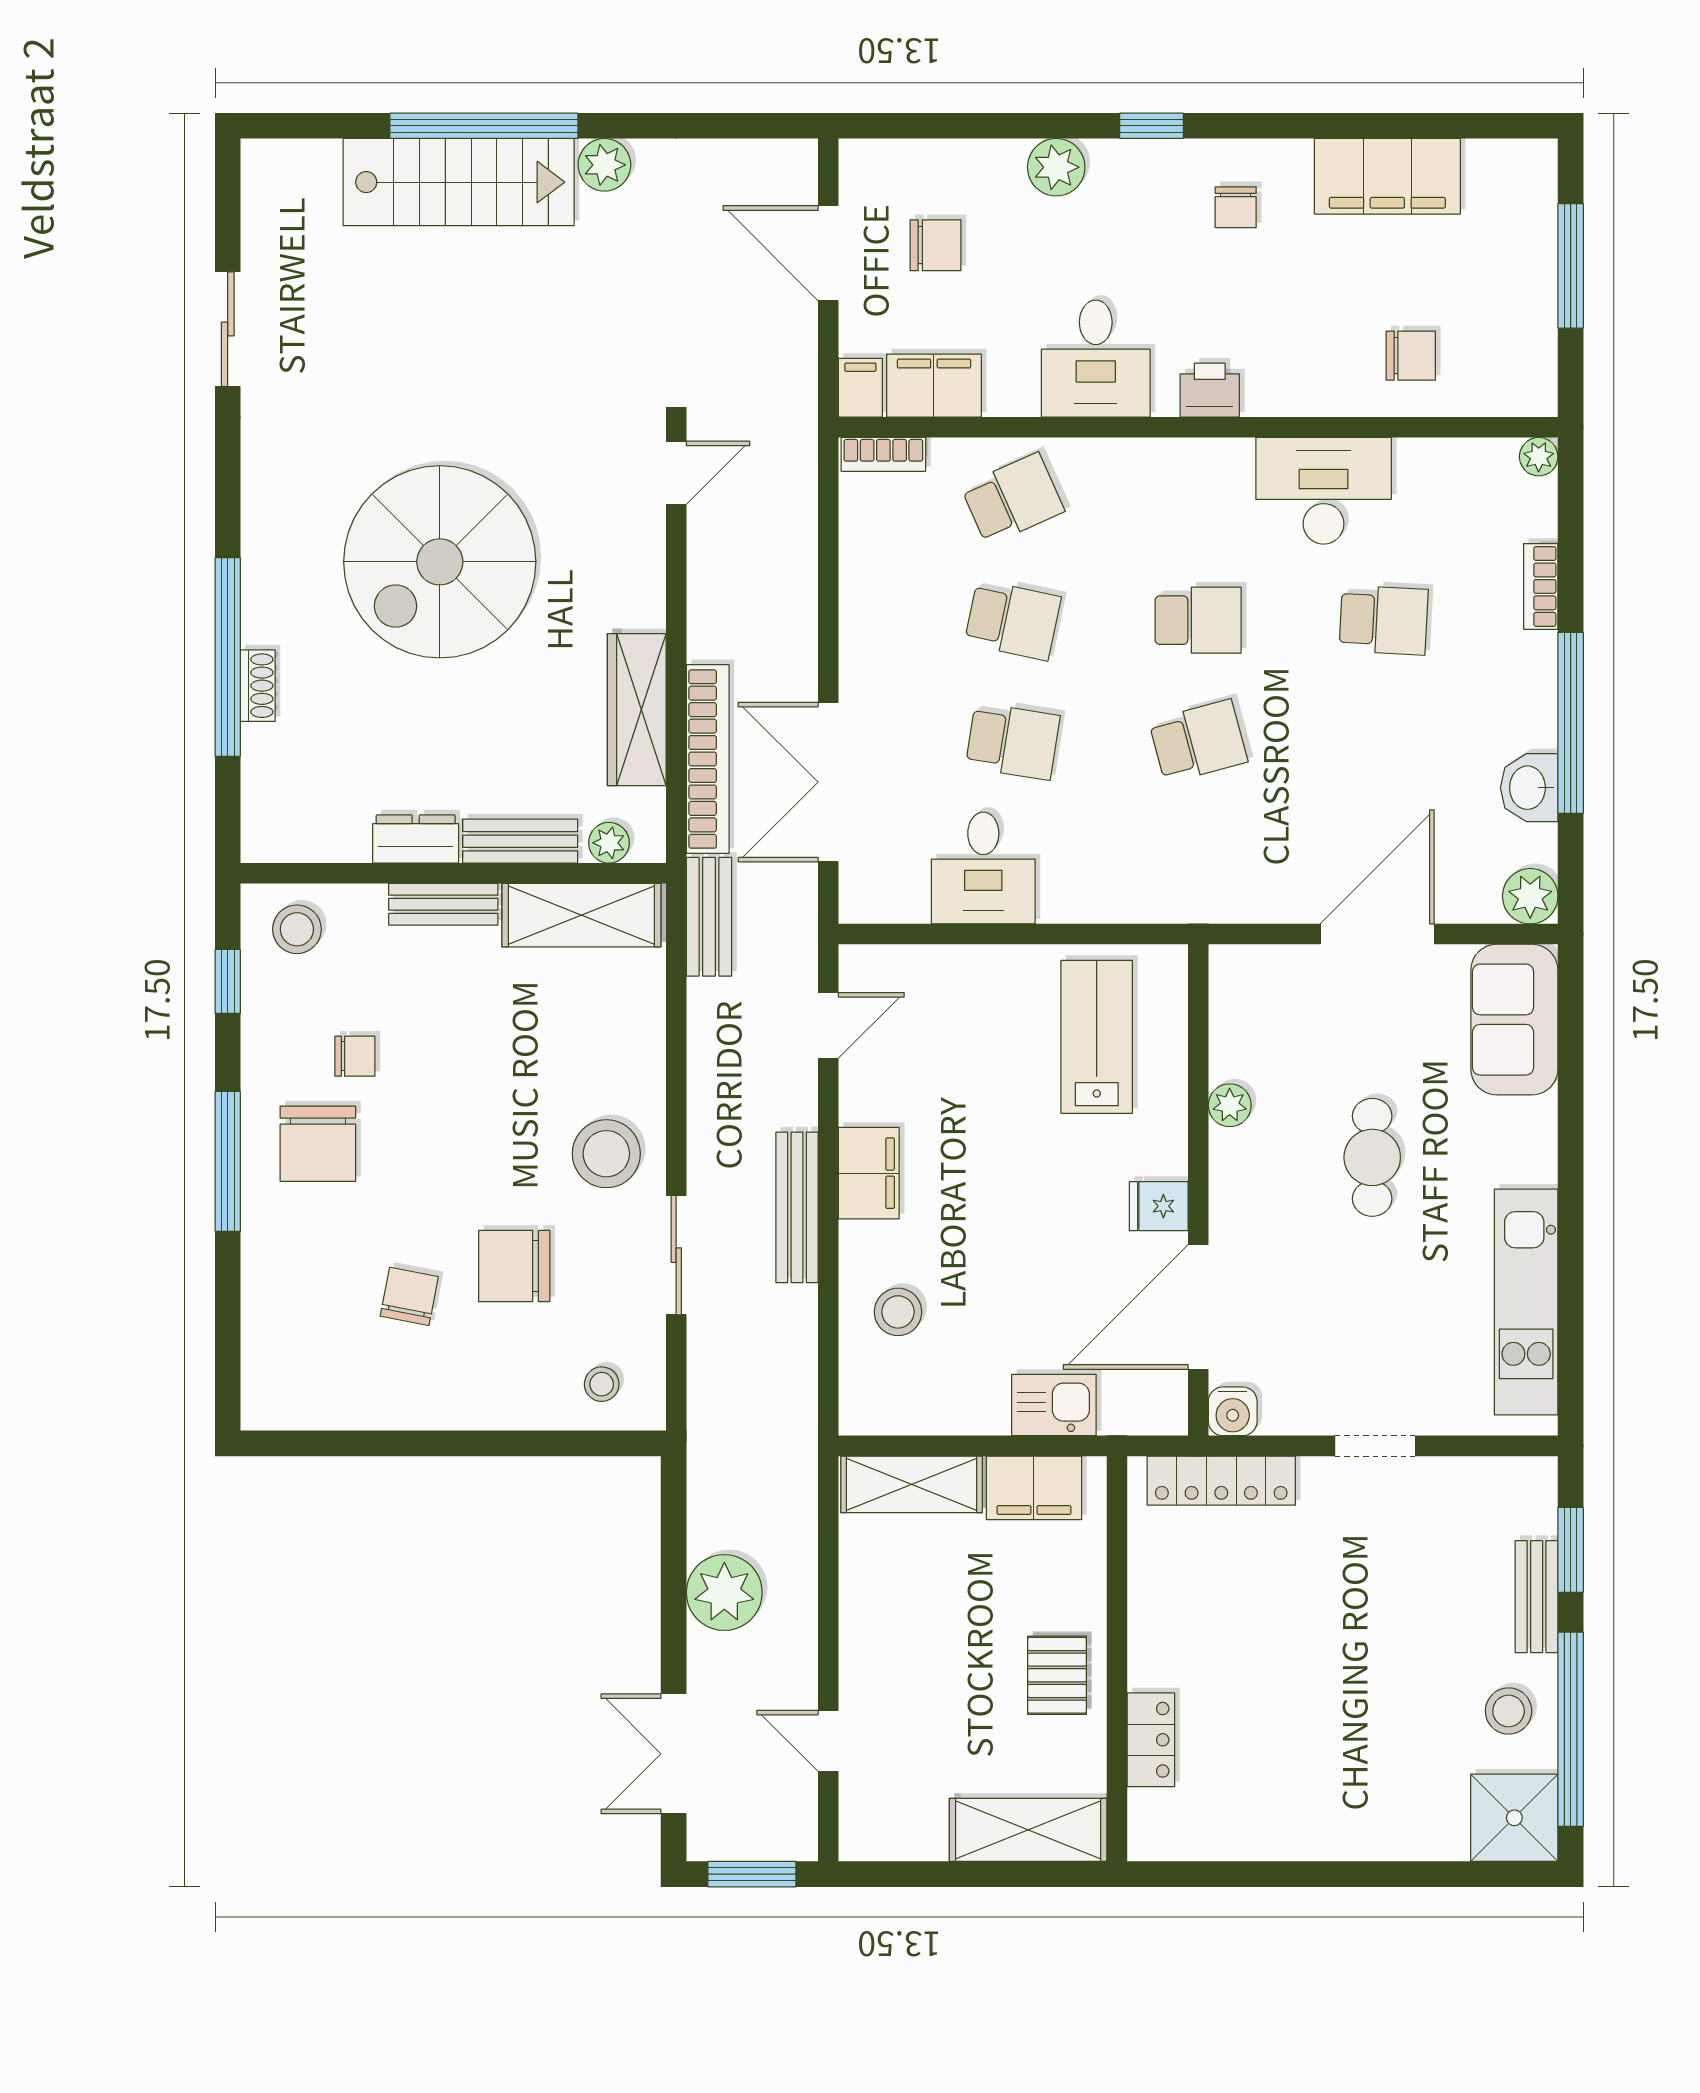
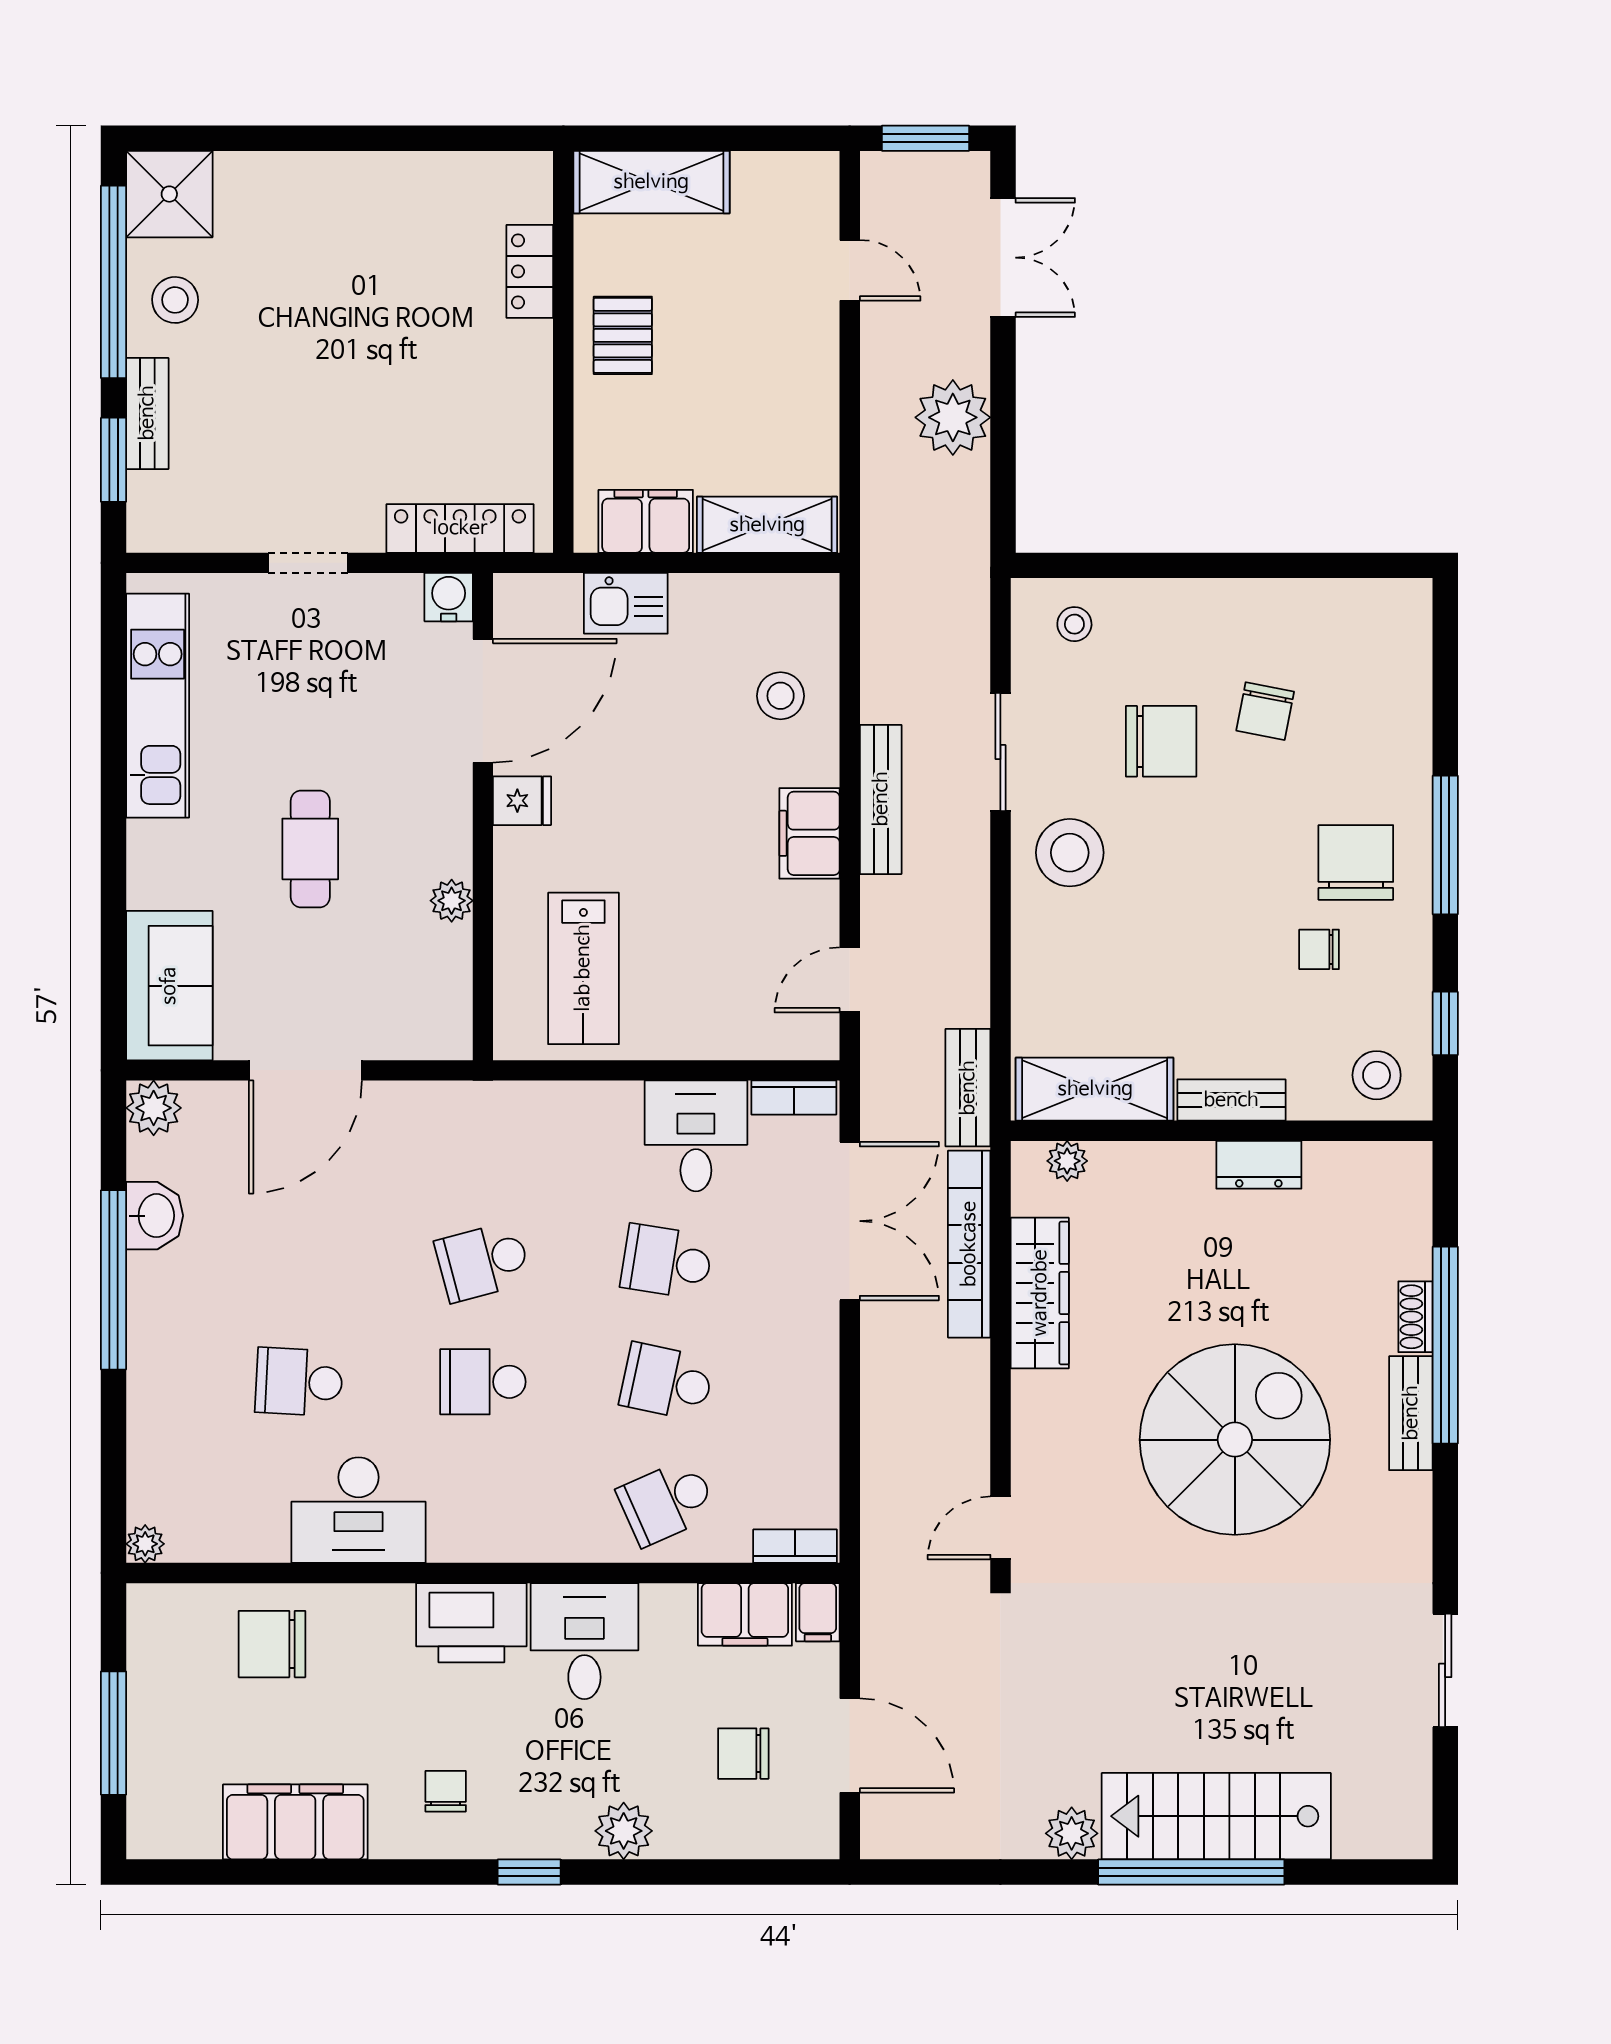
chair: (1411, 356) -> (272, 1644), width x1.37, depth x1.37
printer: (1210, 390) -> (471, 1623), width x1.87, depth x1.48
bookcase: (1541, 586) -> (794, 1098), moved, turned 90
bench: (520, 841) -> (1411, 1413), moved, turned 90

